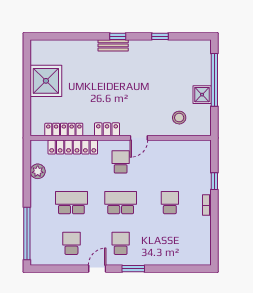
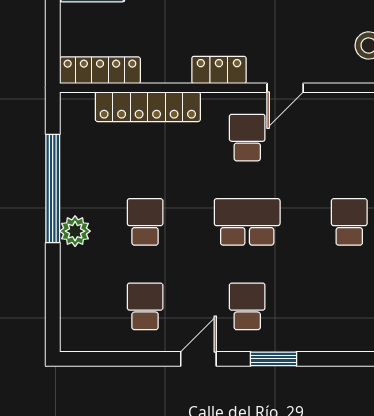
locker: (64, 130) -> (100, 70), moved
plant: (38, 171) -> (75, 231), moved
school desk: (71, 203) -> (145, 222), width x0.54
window: (27, 234) -> (53, 188), moved

